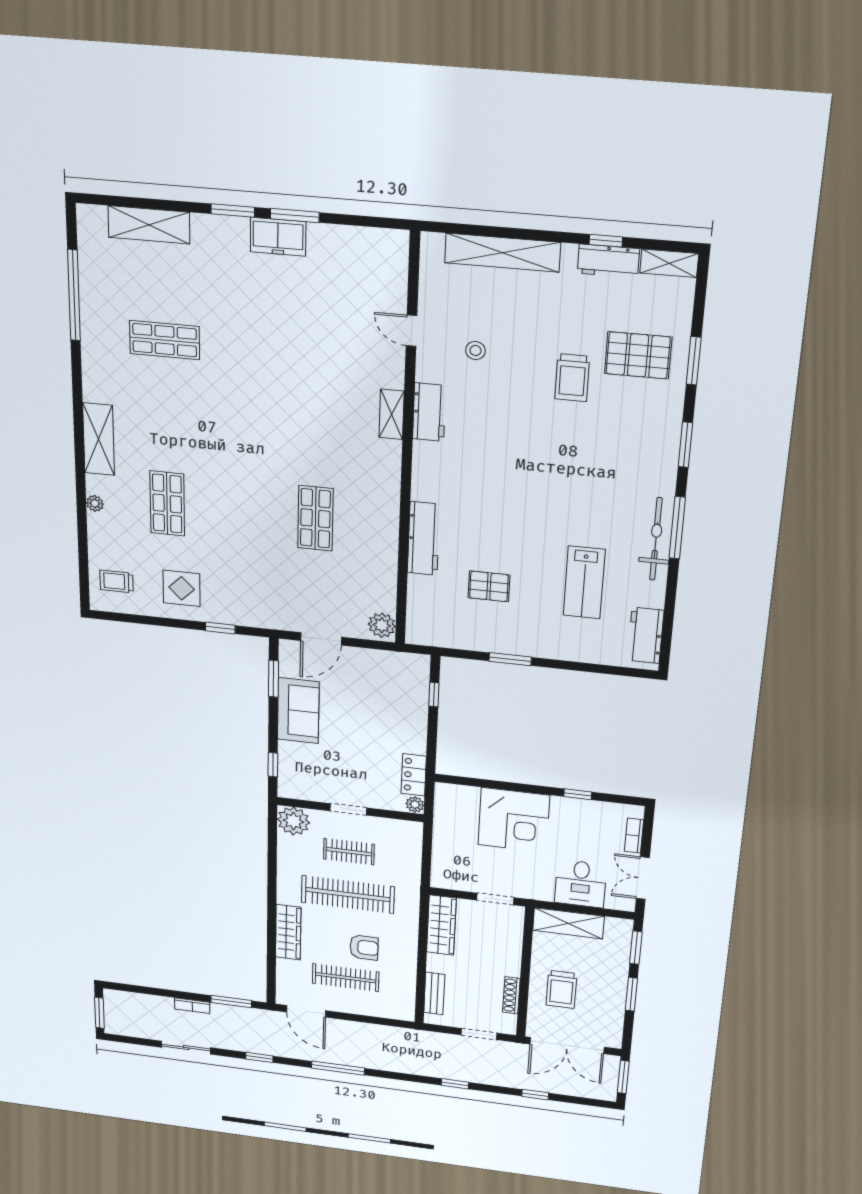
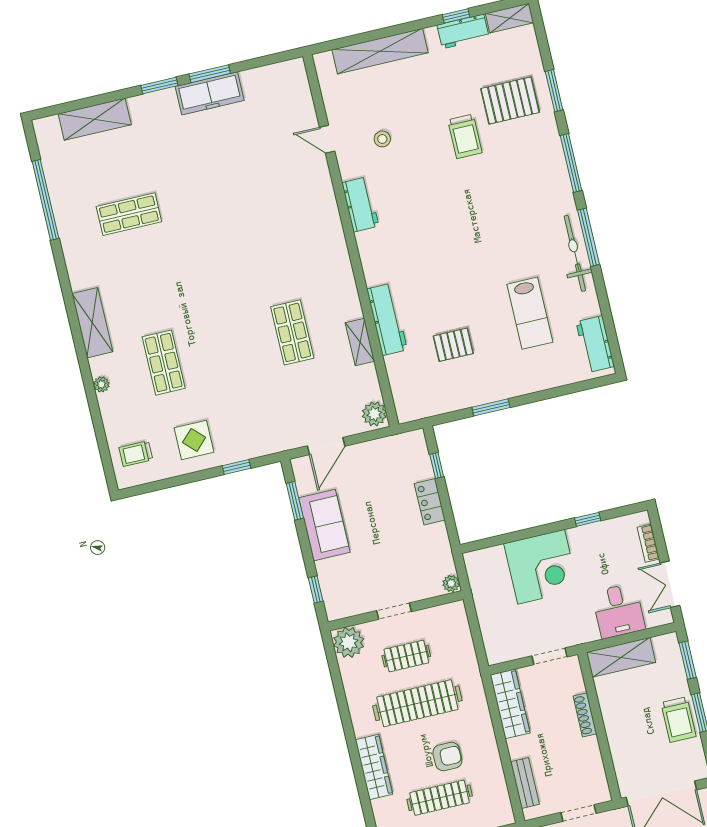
freezer: (278, 237) -> (210, 93), width x1.40
shelving: (392, 414) -> (360, 342), moved
window: (685, 445) -> (571, 163), width x1.44
locker: (414, 775) -> (430, 502), moved
trolley: (561, 989) -> (678, 720), moved
shoe rack: (511, 995) -> (585, 715), moved

